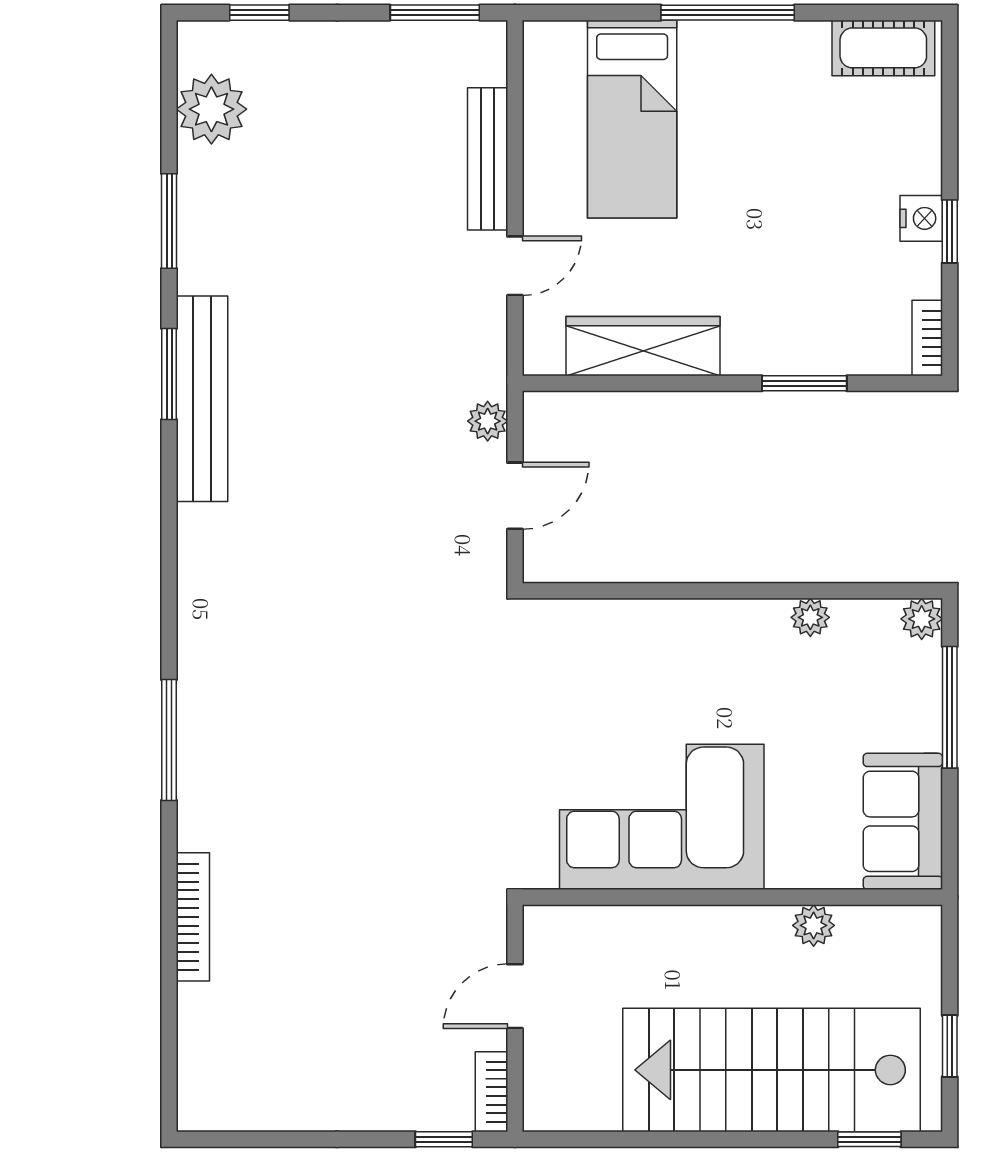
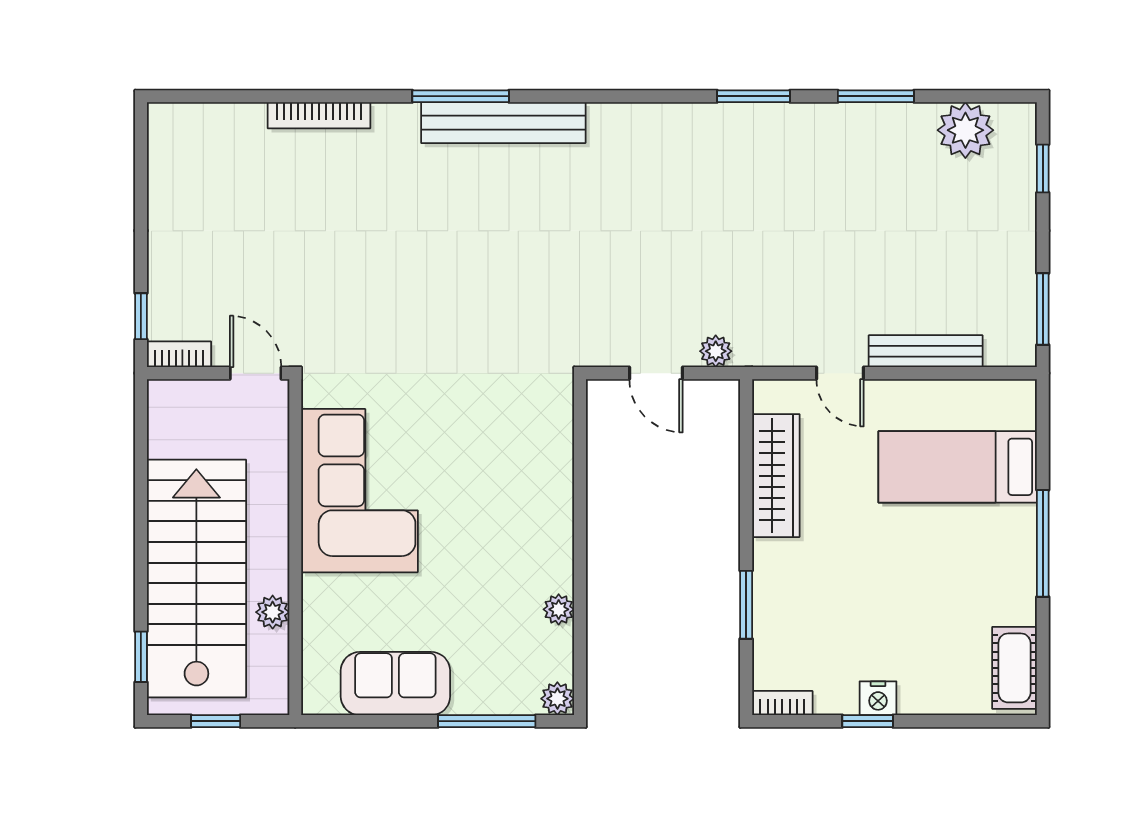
bench: (202, 399) -> (503, 123), moved
corner sofa: (662, 817) -> (359, 491), moved
wall: (732, 897) -> (295, 547), moved
plant: (814, 925) -> (273, 612), moved

